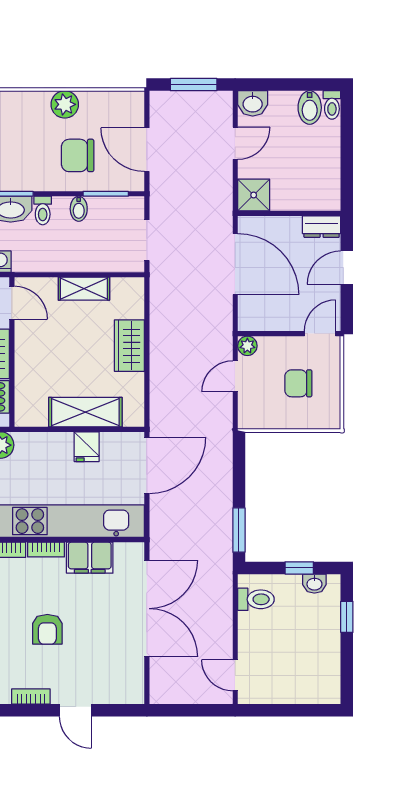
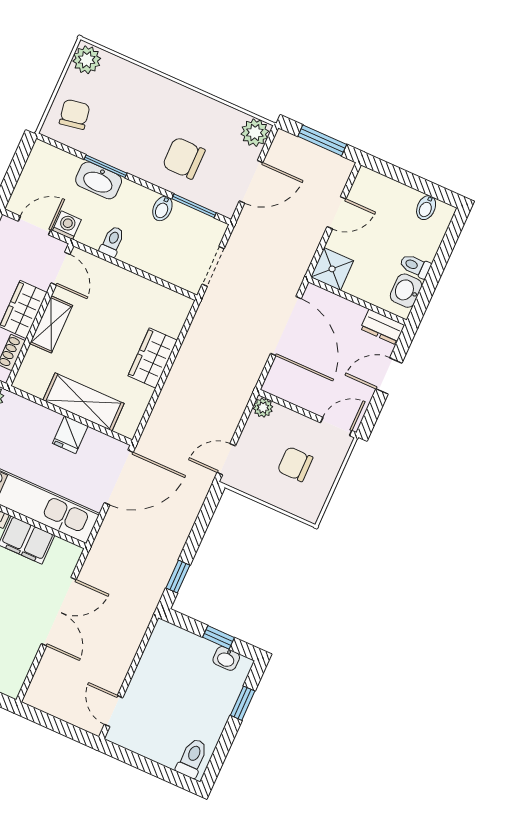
washbasin: (253, 103) -> (406, 291), moved, turned 90
plant: (65, 104) -> (255, 133), moved
toilet: (332, 105) -> (415, 266), moved, turned 90
bidet: (310, 108) -> (426, 208), width x0.72, depth x0.74
door: (147, 150) -> (251, 182), swing flipped
toilet: (43, 210) -> (112, 241), moved, turned 180
shelving: (84, 289) -> (51, 324), moved, turned 90
door: (235, 376) -> (226, 459), moved
window: (239, 530) -> (178, 577), width x0.67
toilet: (256, 599) -> (192, 758), moved, turned -90
double door: (147, 609) -> (59, 612), width x0.73

